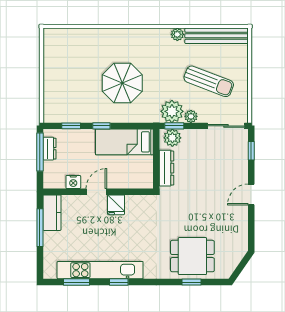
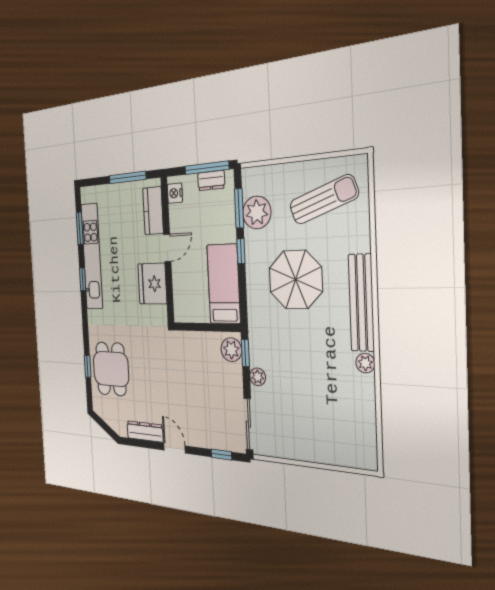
bench: (217, 36) -> (361, 303), moved
sun lounger: (209, 81) -> (324, 200), moved, turned -130
plant: (172, 111) -> (257, 212), moved
window: (71, 126) -> (239, 208), width x1.50
dresser: (166, 168) -> (145, 431), moved, turned 180
nightstand: (73, 182) -> (175, 193), moved
door: (96, 192) -> (167, 248), hinge flipped
fridge: (116, 205) -> (152, 284), width x1.88, depth x1.34
kitchen counter: (52, 213) -> (153, 211), moved, turned 90

